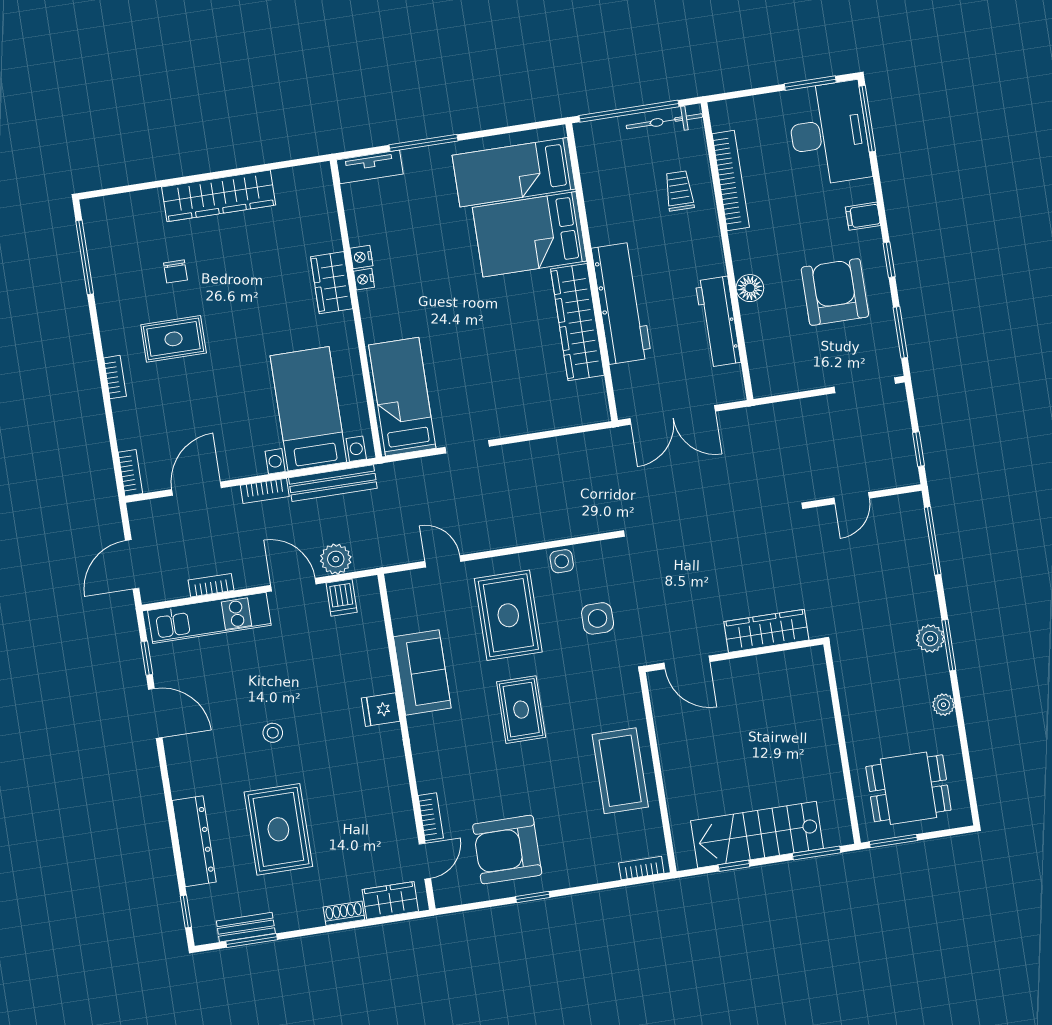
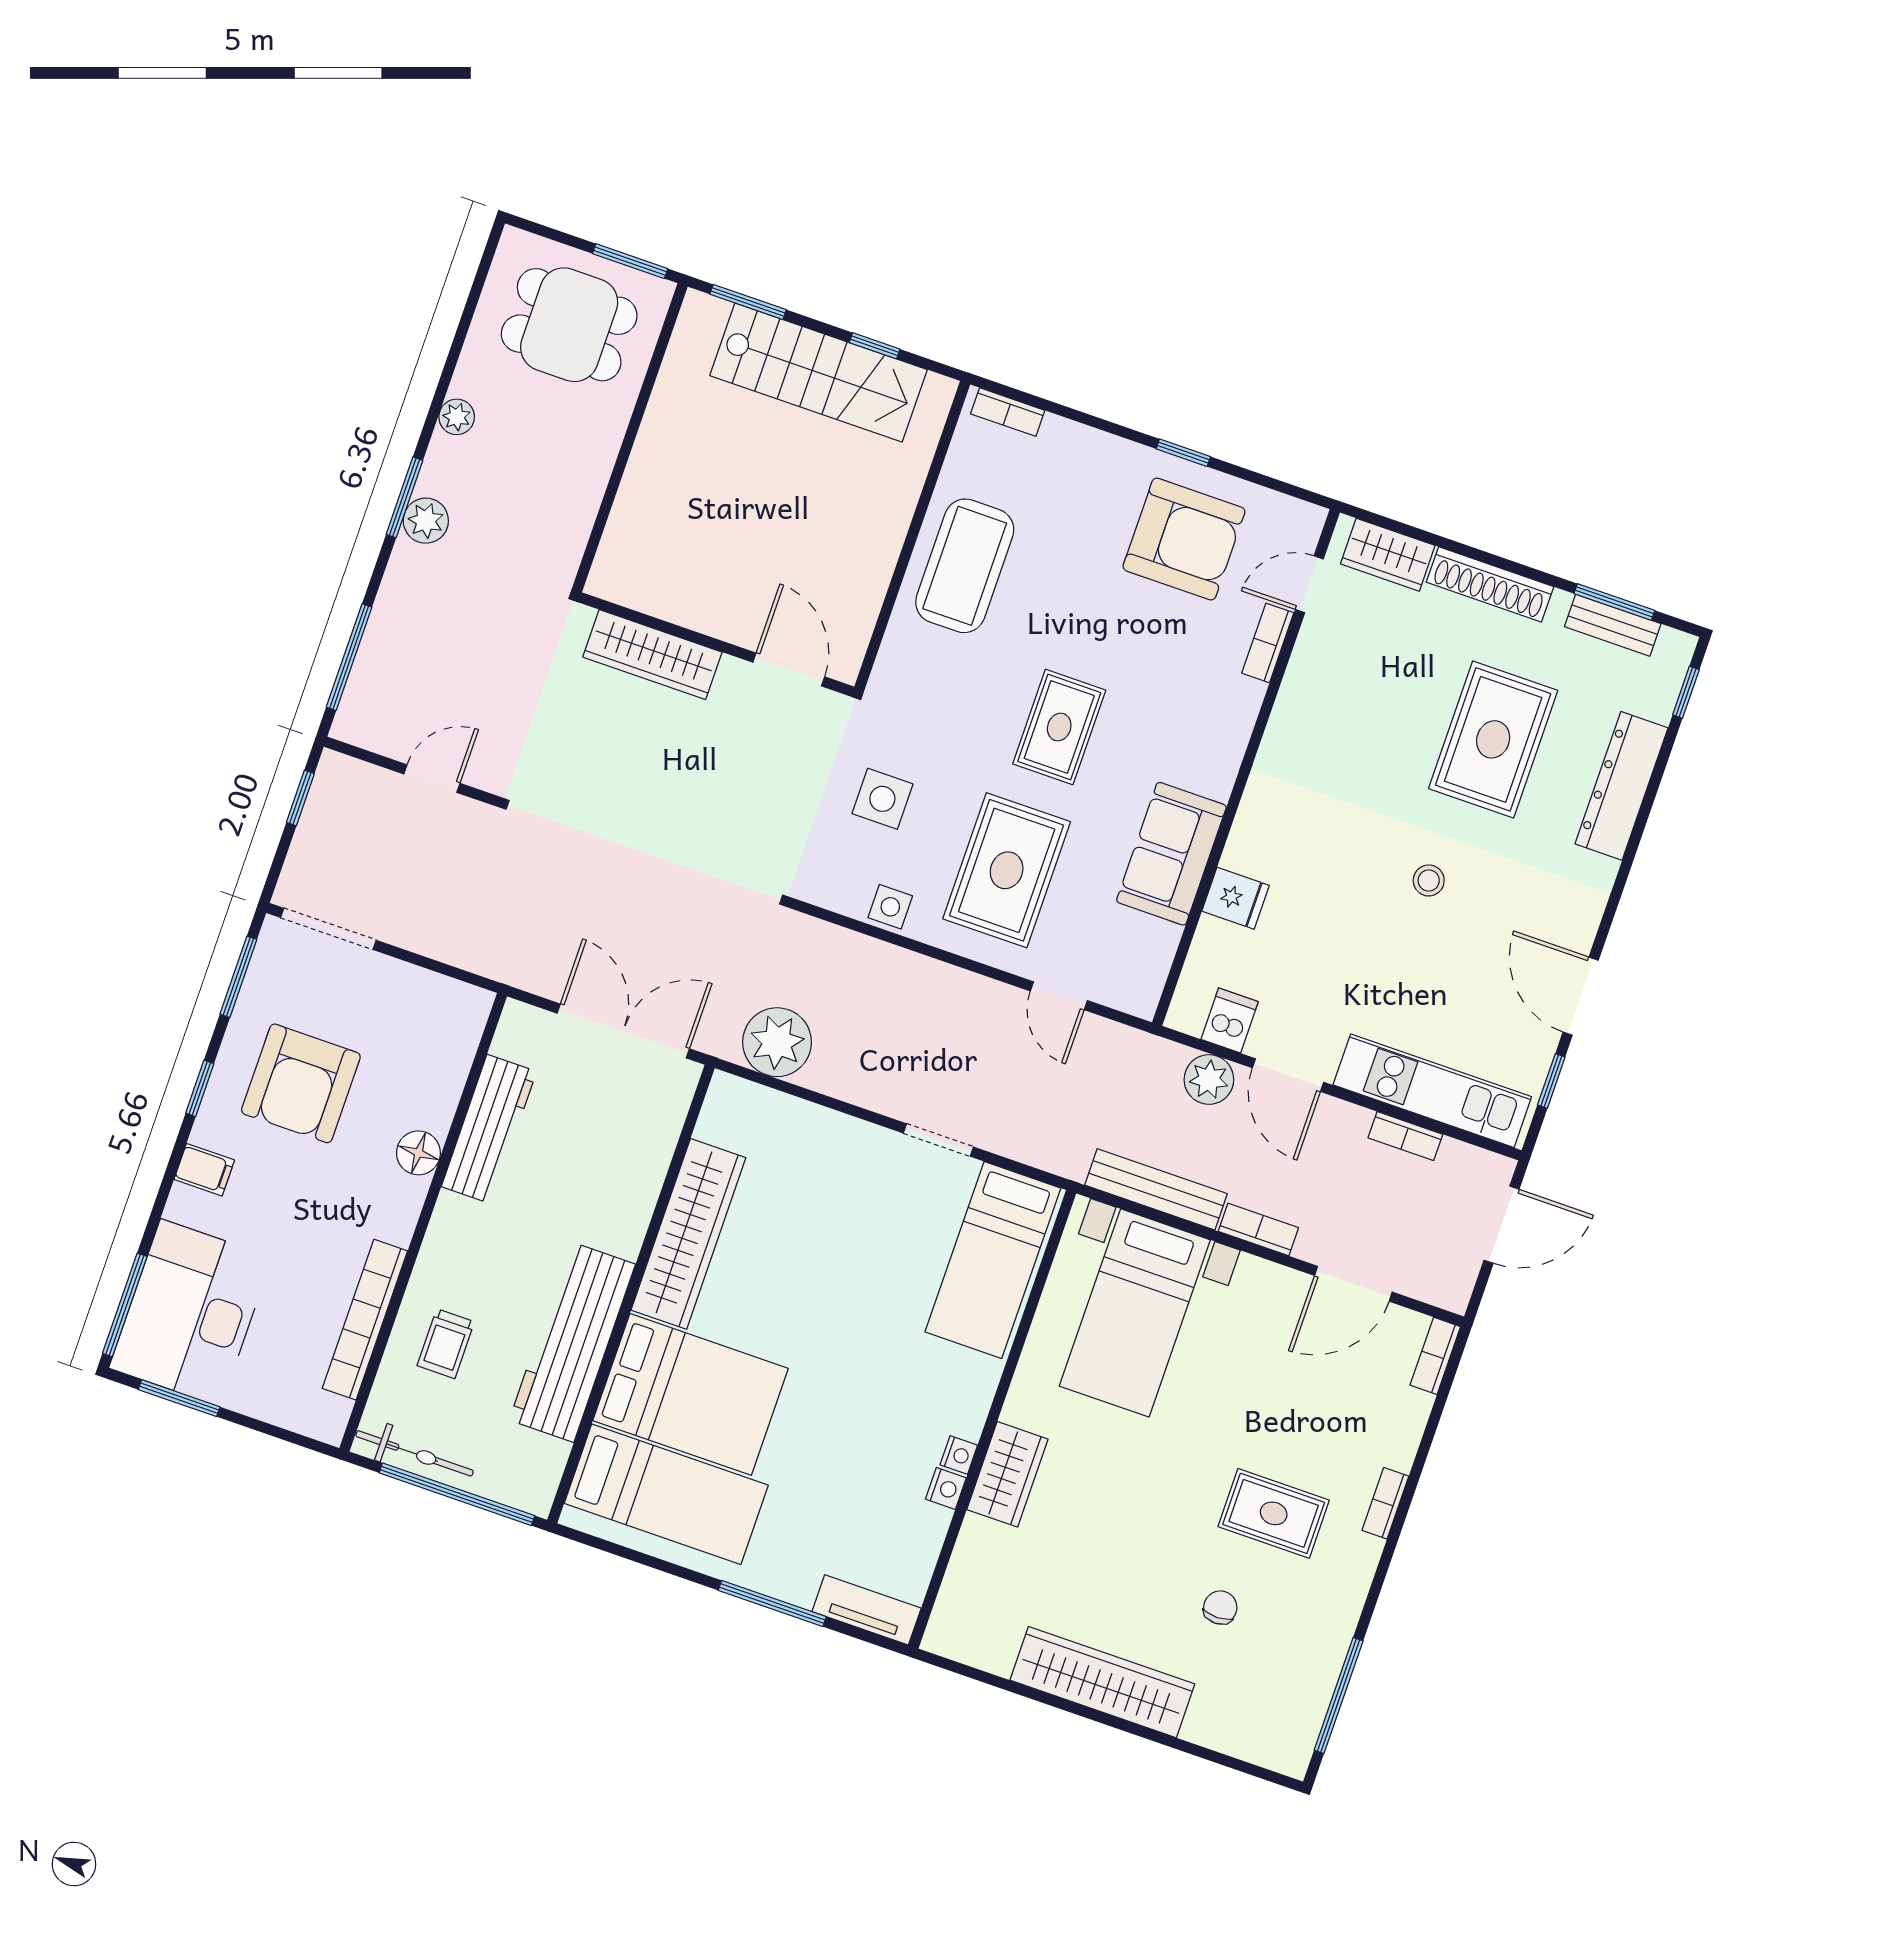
workbench: (621, 303) -> (572, 1342), moved
plant: (585, 454) -> (777, 1042), added
fridge: (381, 710) -> (1236, 898), moved
shoe rack: (344, 913) -> (1490, 584), width x1.94, depth x1.24

